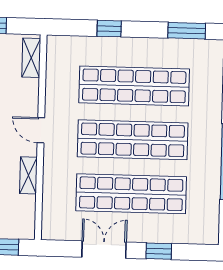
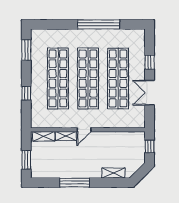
shelving: (28, 175) -> (66, 136), moved

